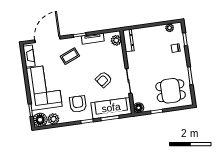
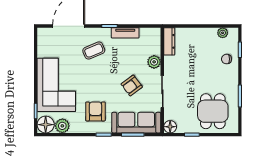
plant: (116, 40) -> (154, 62), moved
fireplace: (29, 56) -> (43, 43), removed
dining table: (171, 91) -> (213, 111), turned 90

